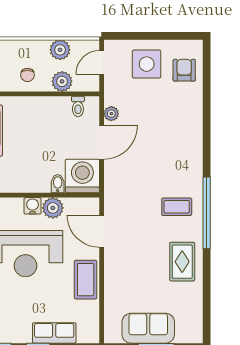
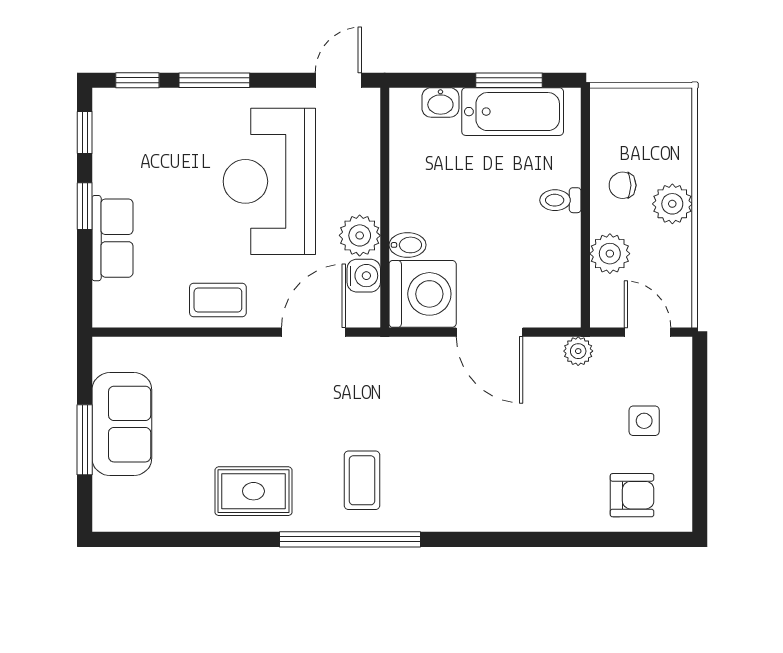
plant: (60, 50) -> (672, 204), moved
side table: (147, 64) -> (644, 421), width x0.54, depth x0.54
toilet: (78, 106) -> (560, 200), moved
plant: (111, 114) -> (578, 351), moved
water cooler: (33, 206) -> (364, 276), moved
coffee table: (86, 280) -> (218, 300), width x0.73, depth x0.77

